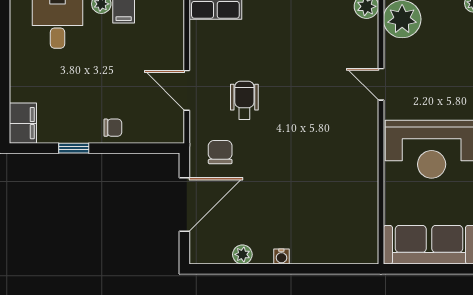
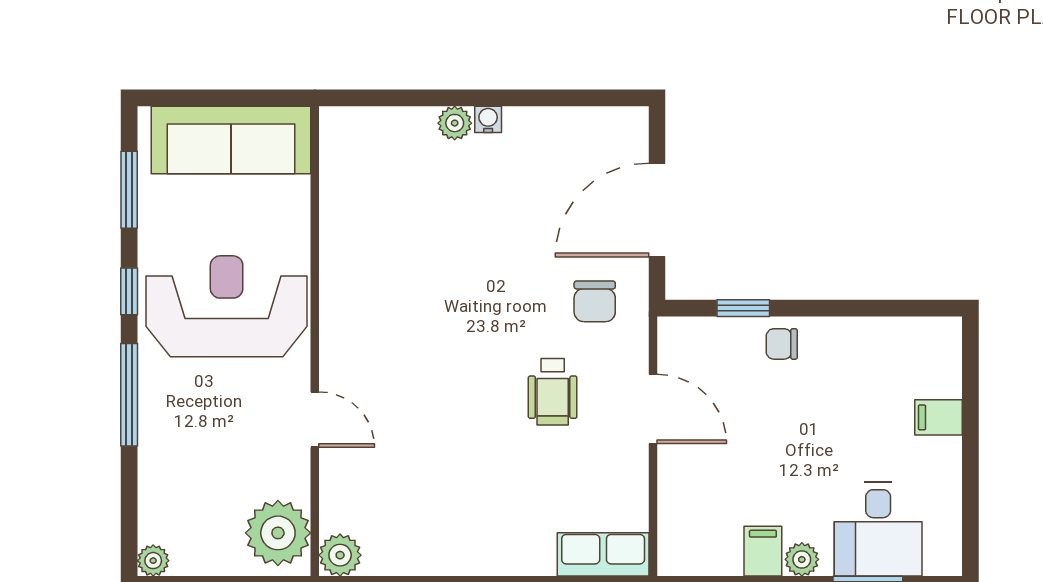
filing cabinet: (23, 123) -> (939, 417), moved, width x0.50
window: (74, 148) -> (743, 308), moved
plant: (242, 254) -> (455, 123), moved

